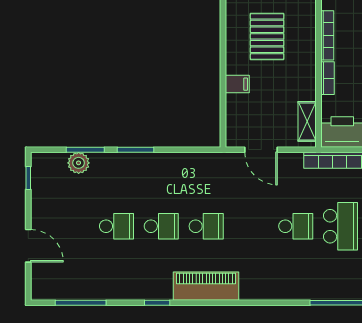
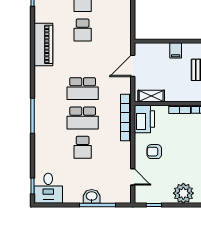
school desk: (296, 226) -> (83, 89), width x1.85
piano: (206, 286) -> (43, 44), moved

